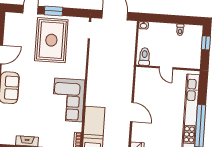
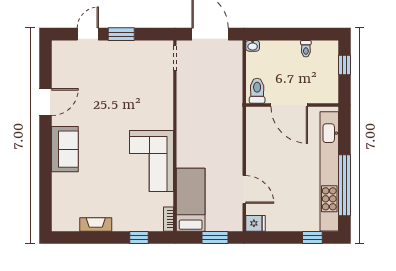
rug: (51, 40) -> (121, 76), removed
door: (166, 68) -> (289, 105), width x1.88
door: (132, 112) -> (244, 189), moved

